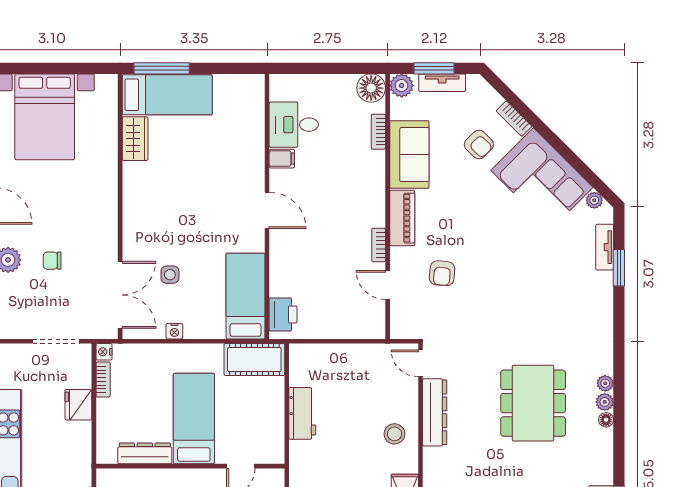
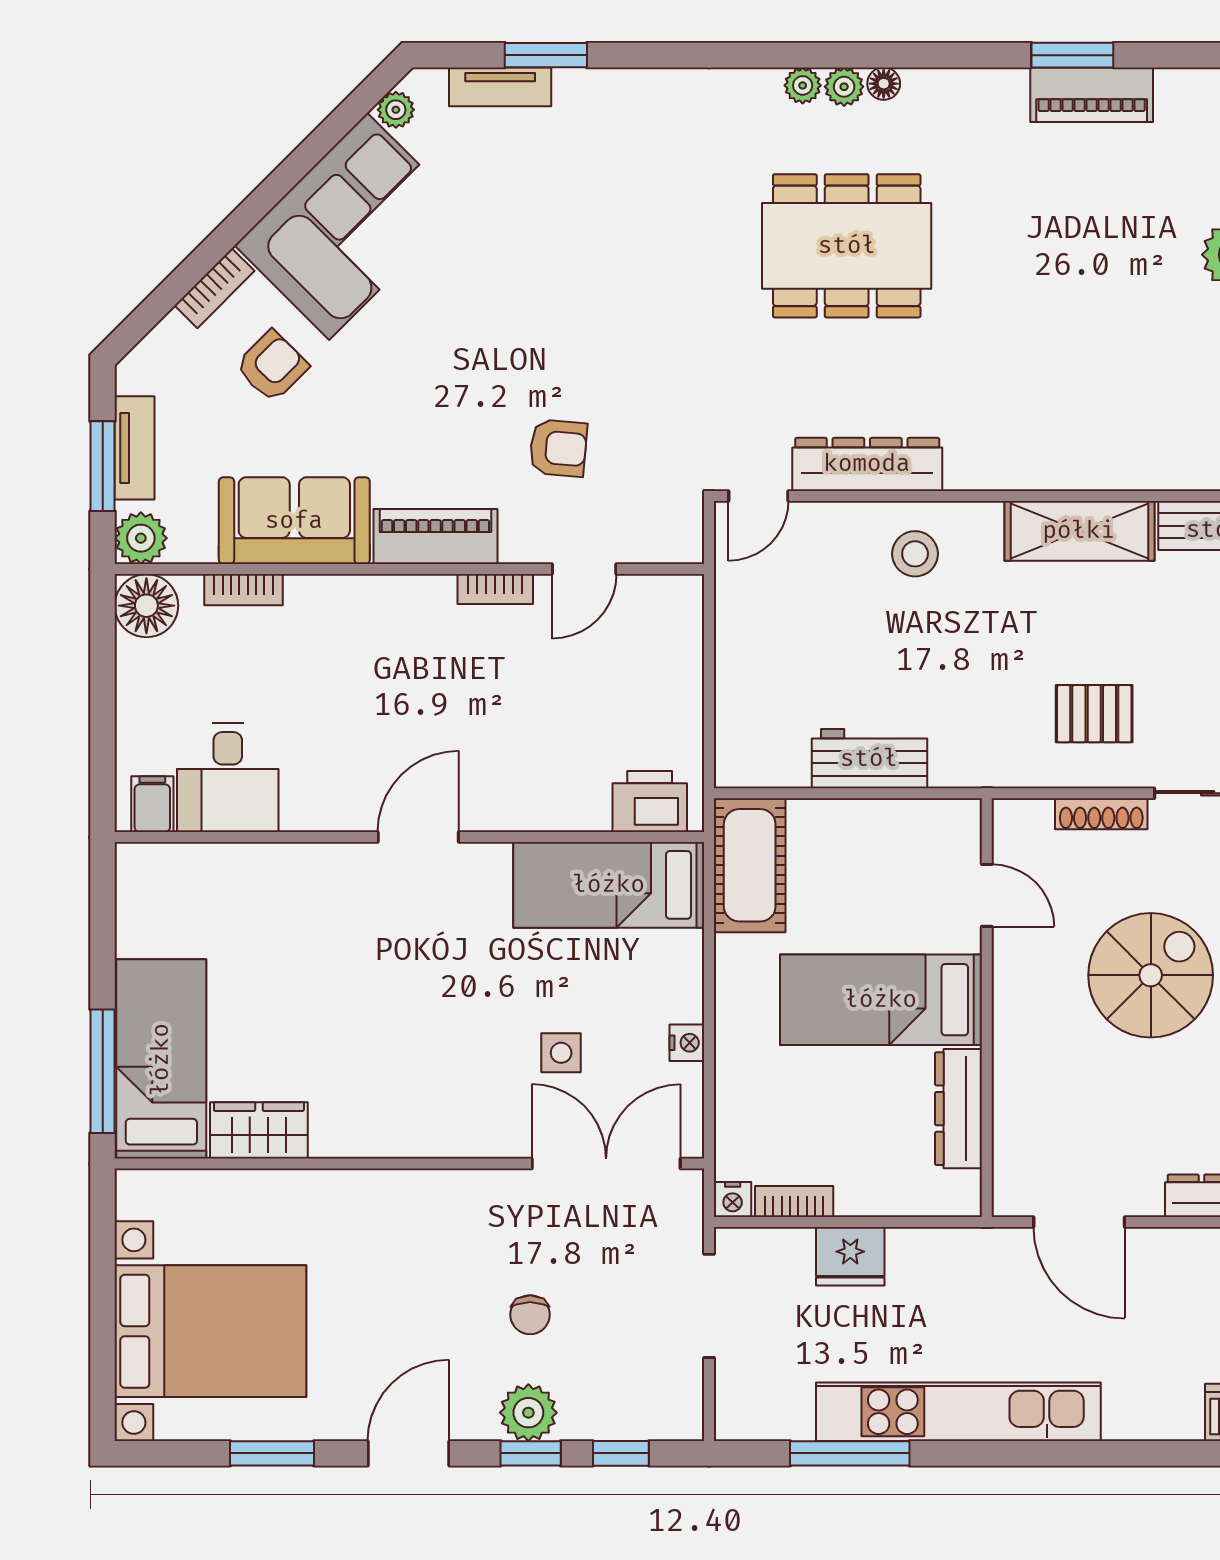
filing cabinet: (282, 159) -> (152, 804), moved

